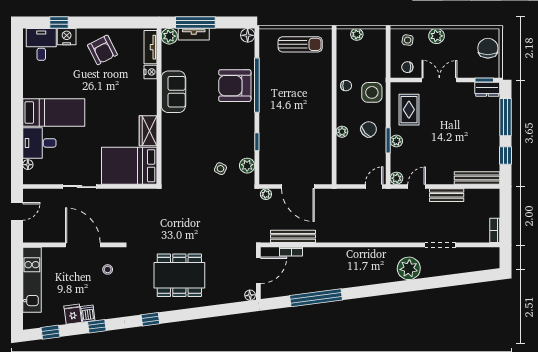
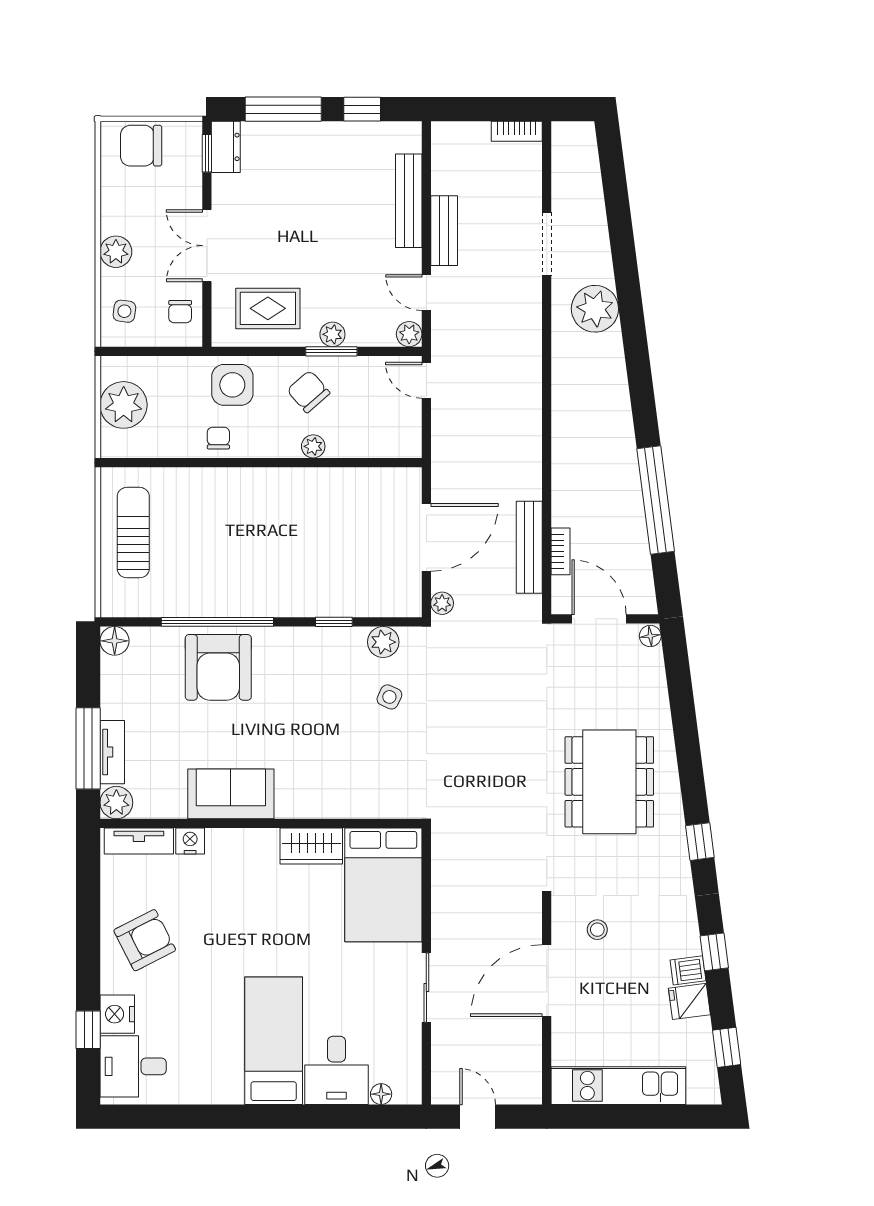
plant: (357, 34) -> (124, 405), width x1.88, depth x1.88
bench: (477, 178) -> (409, 201), moved

